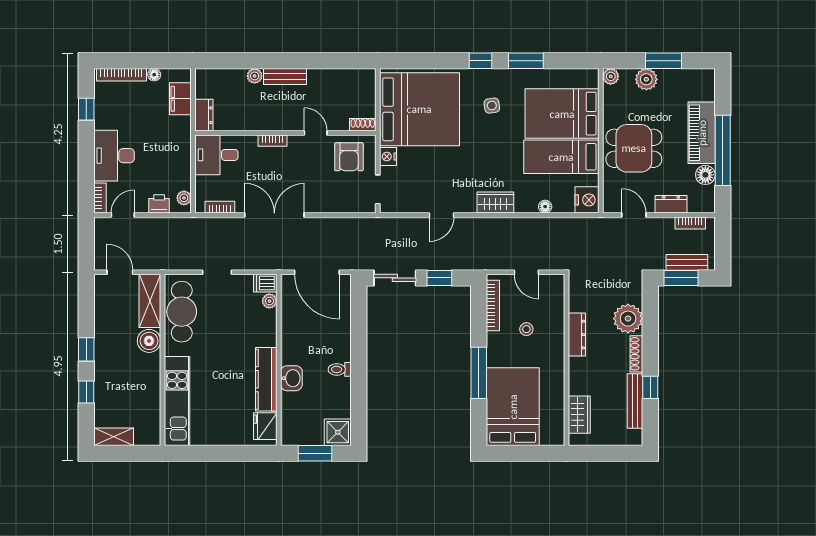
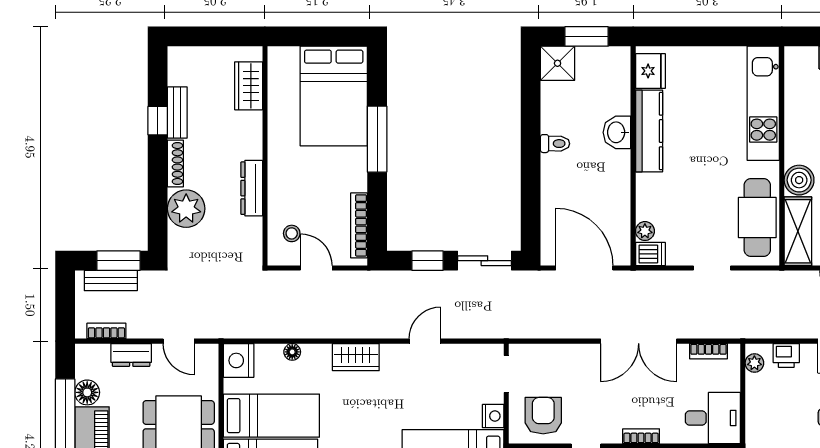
stool: (526, 329) -> (292, 233), moved
bench: (635, 401) -> (177, 112), width x0.73

